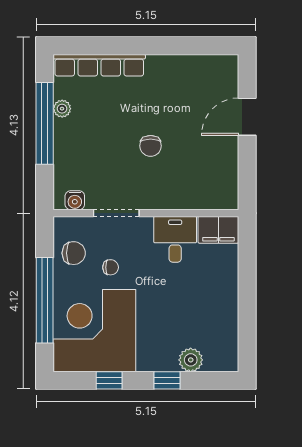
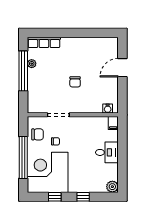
row of seats: (99, 65) -> (44, 42), width x0.73
water cooler: (75, 200) -> (108, 108), moved
filing cabinet: (218, 230) -> (113, 123), width x0.50
desk: (175, 239) -> (107, 152), moved, turned 90
plant: (191, 360) -> (112, 187), moved

